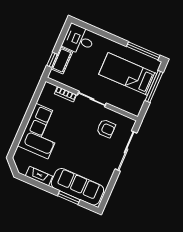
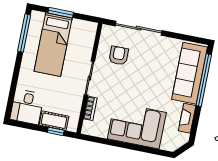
window: (154, 86) -> (61, 13), width x0.69
window: (69, 198) -> (204, 80), width x2.11

